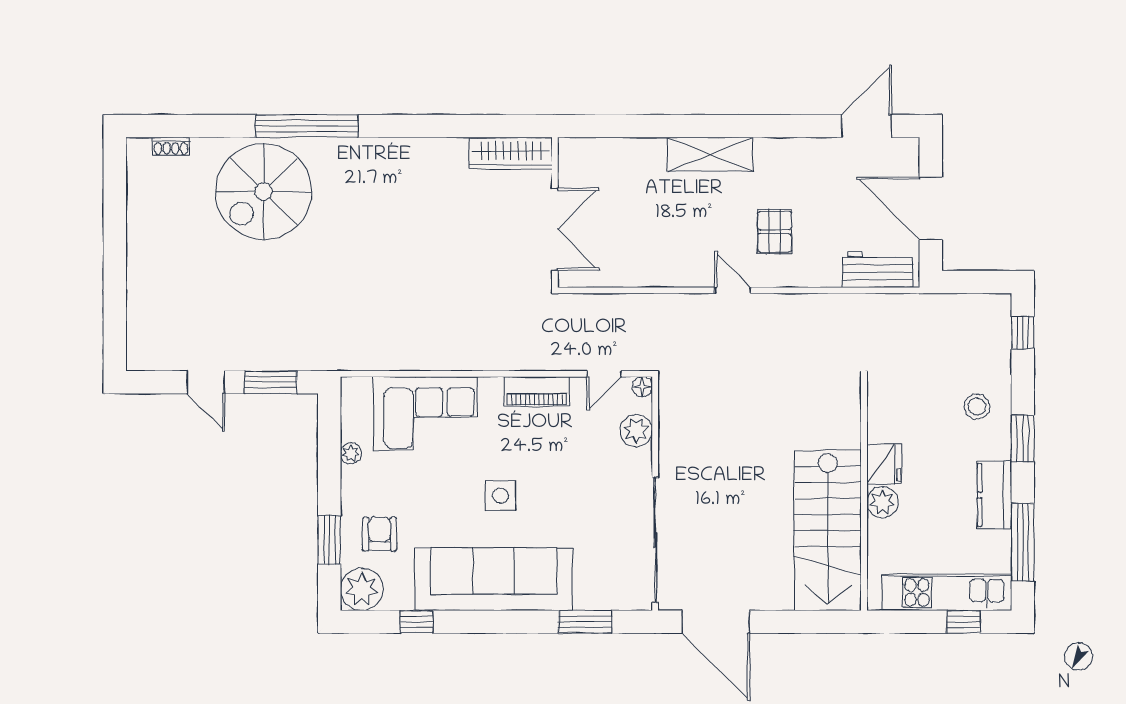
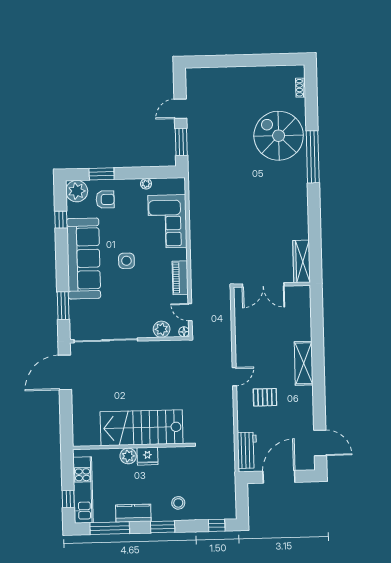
stairs: (828, 530) -> (142, 428), moved

